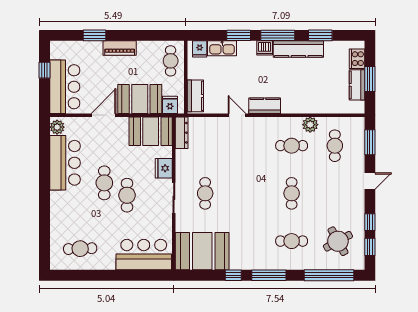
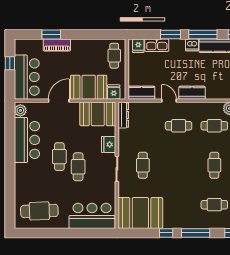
piano: (120, 48) -> (57, 45), moved
kitchen counter: (195, 96) -> (141, 93), moved, turned -90
cafe table: (248, 146) -> (179, 126), added
cafe table: (80, 249) -> (39, 211), width x1.37, depth x1.35

